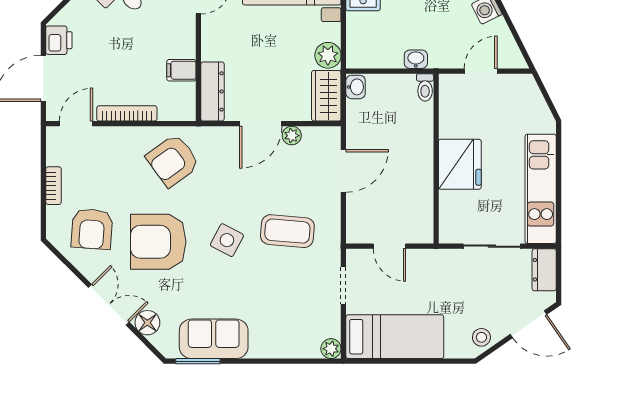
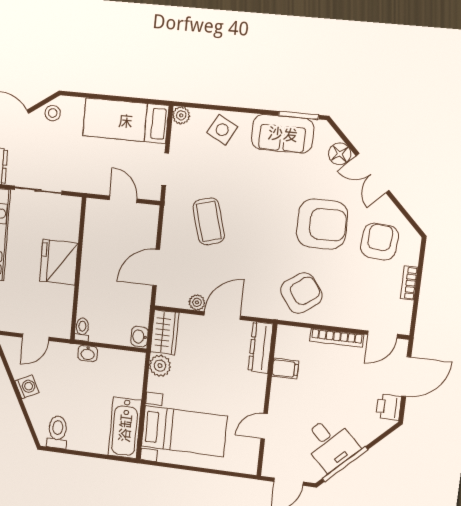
coffee table: (287, 231) -> (209, 221), turned 69
side table: (227, 240) -> (222, 130), moved

